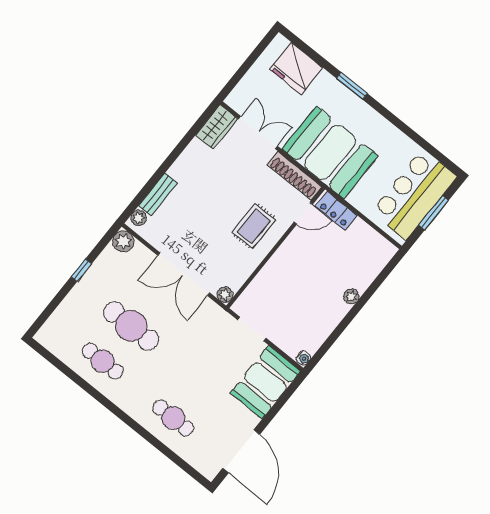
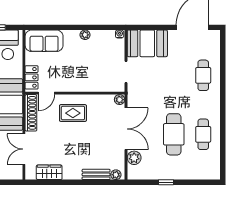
wardrobe: (217, 127) -> (49, 172), moved
door: (303, 213) -> (46, 93), swing flipped
plant: (123, 241) -> (134, 158), moved
sofa: (368, 261) -> (44, 41), added
plant: (351, 296) -> (85, 35), moved

